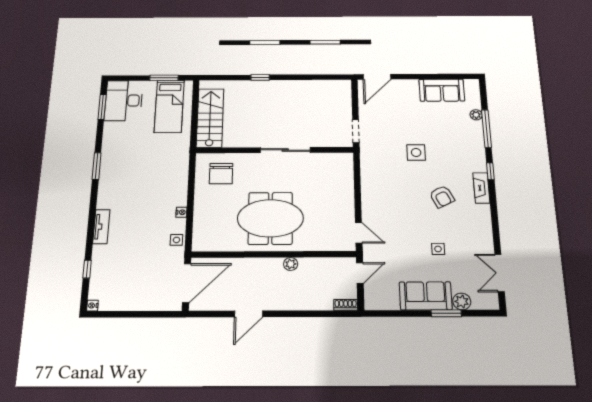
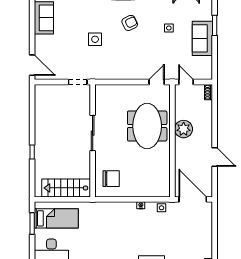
meeting table: (270, 218) -> (147, 126), moved
plant: (291, 264) -> (184, 129), width x1.88, depth x1.88
plant: (462, 301) -> (206, 14), removed

